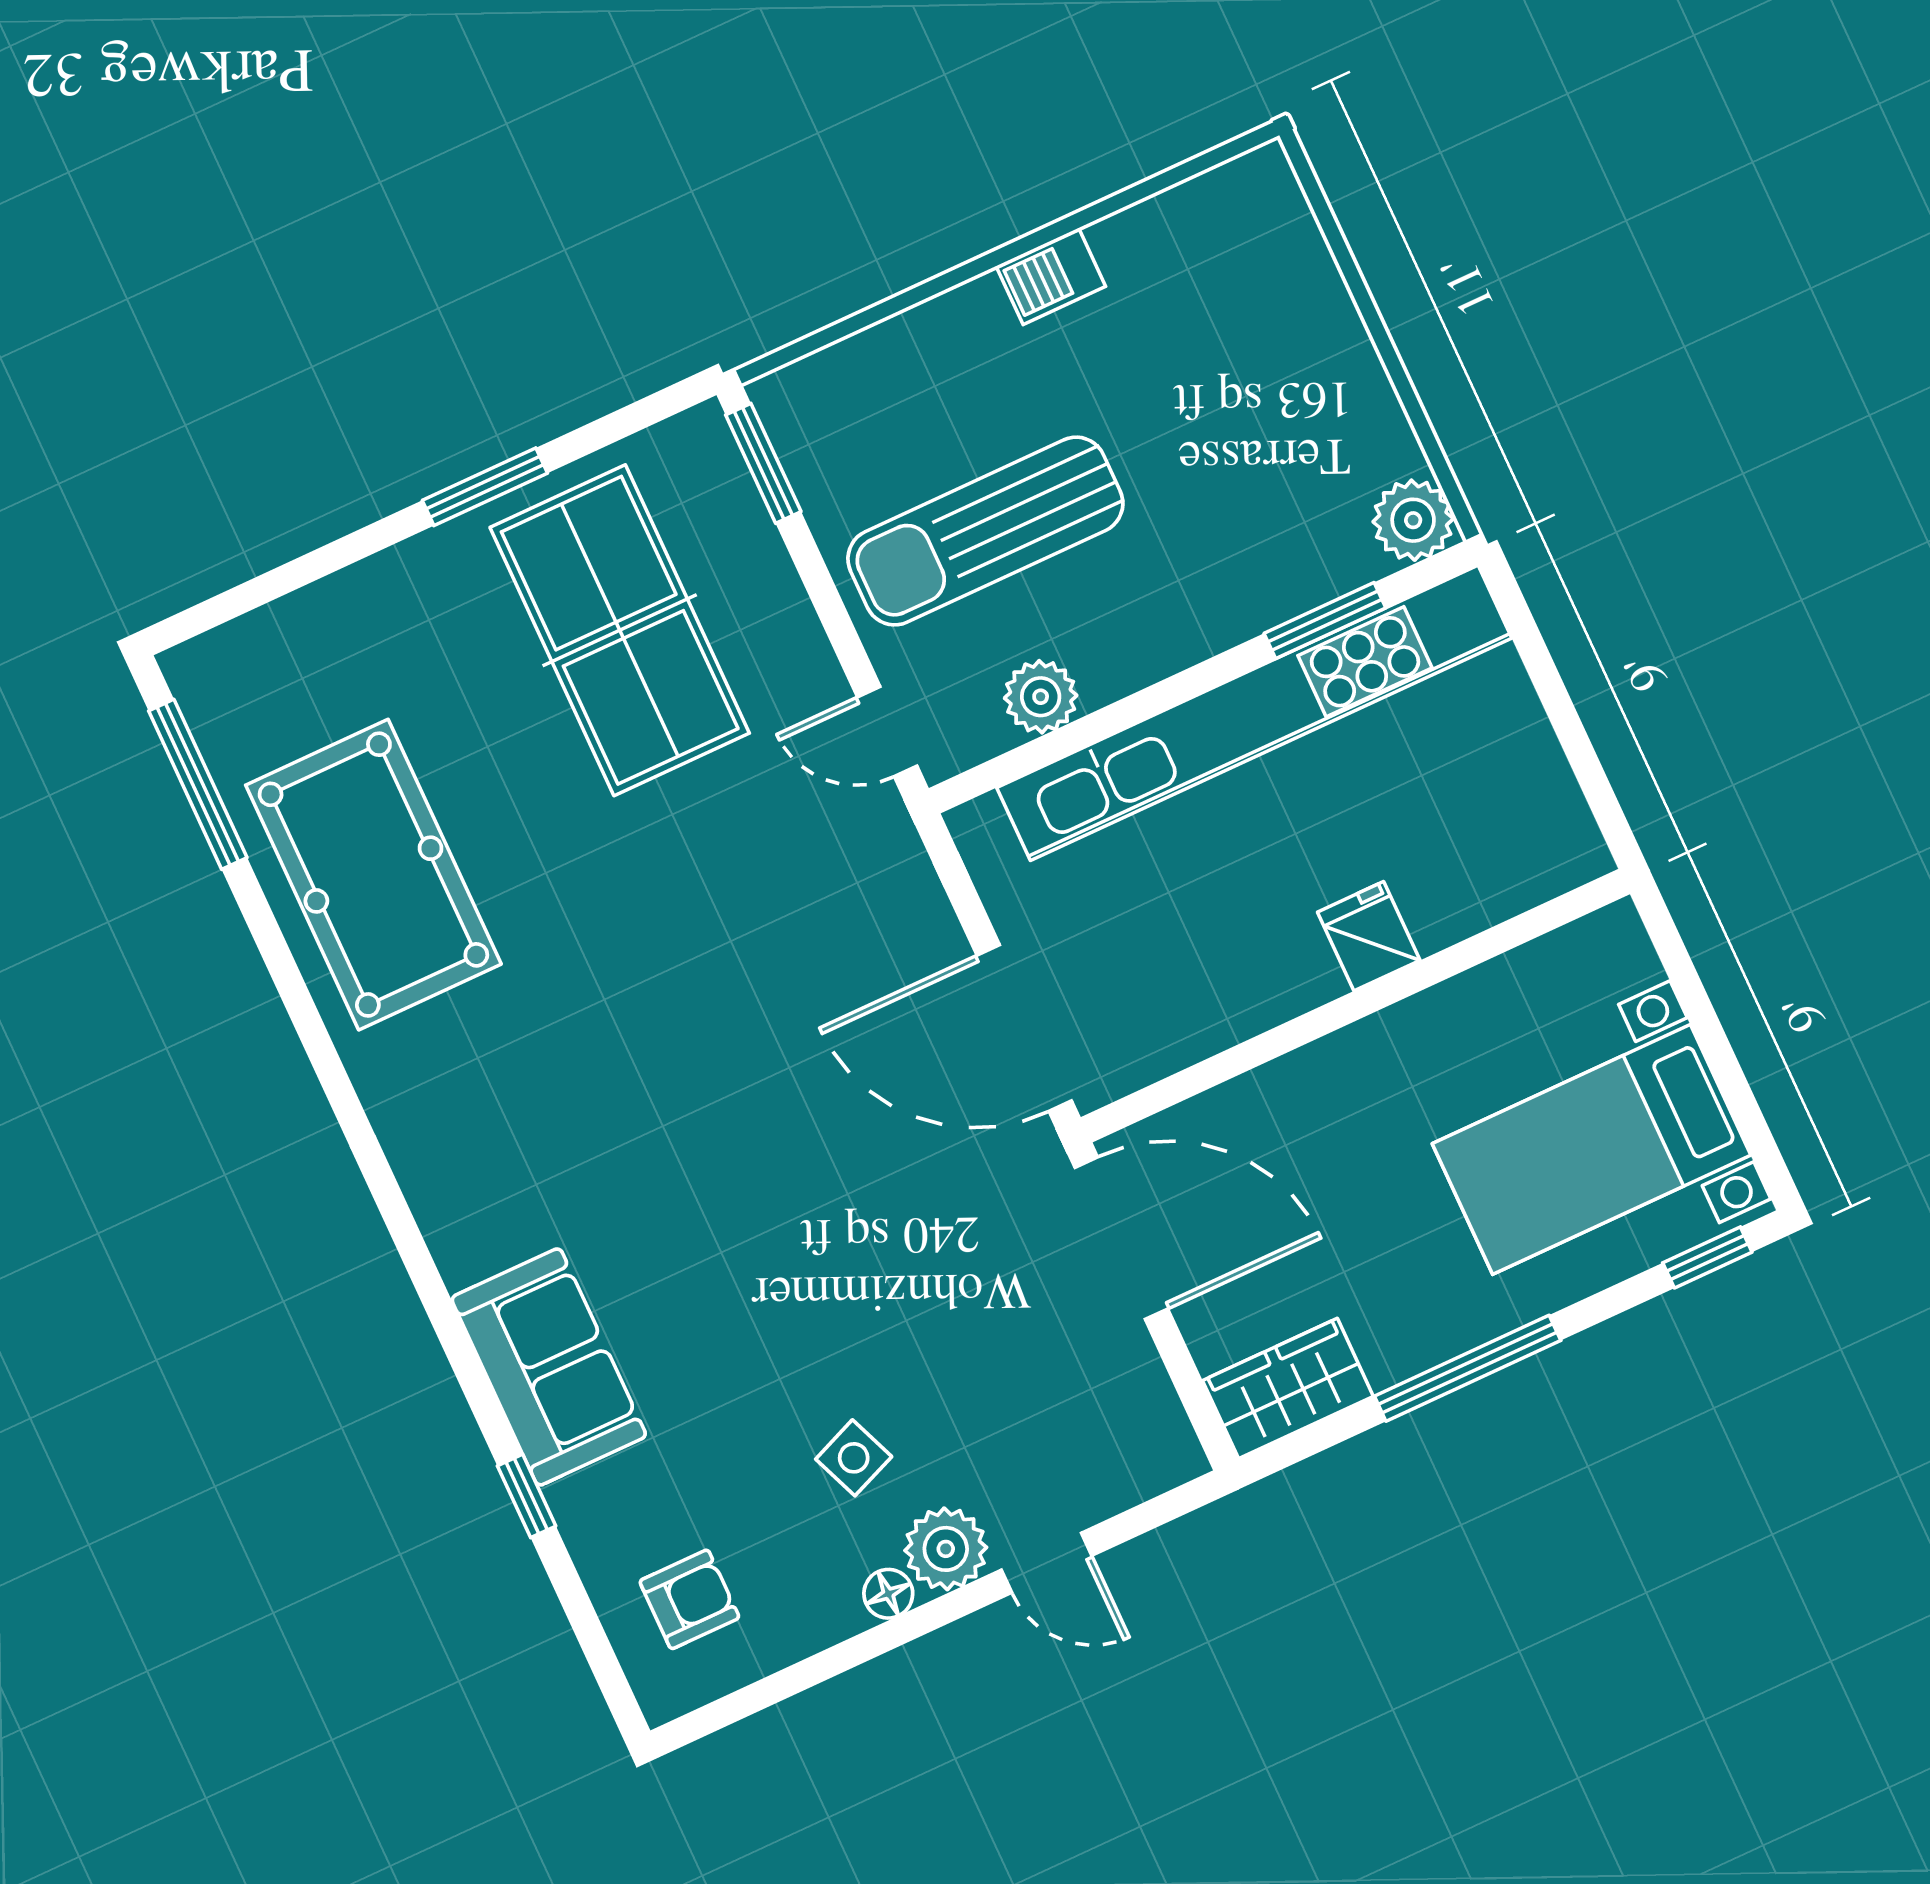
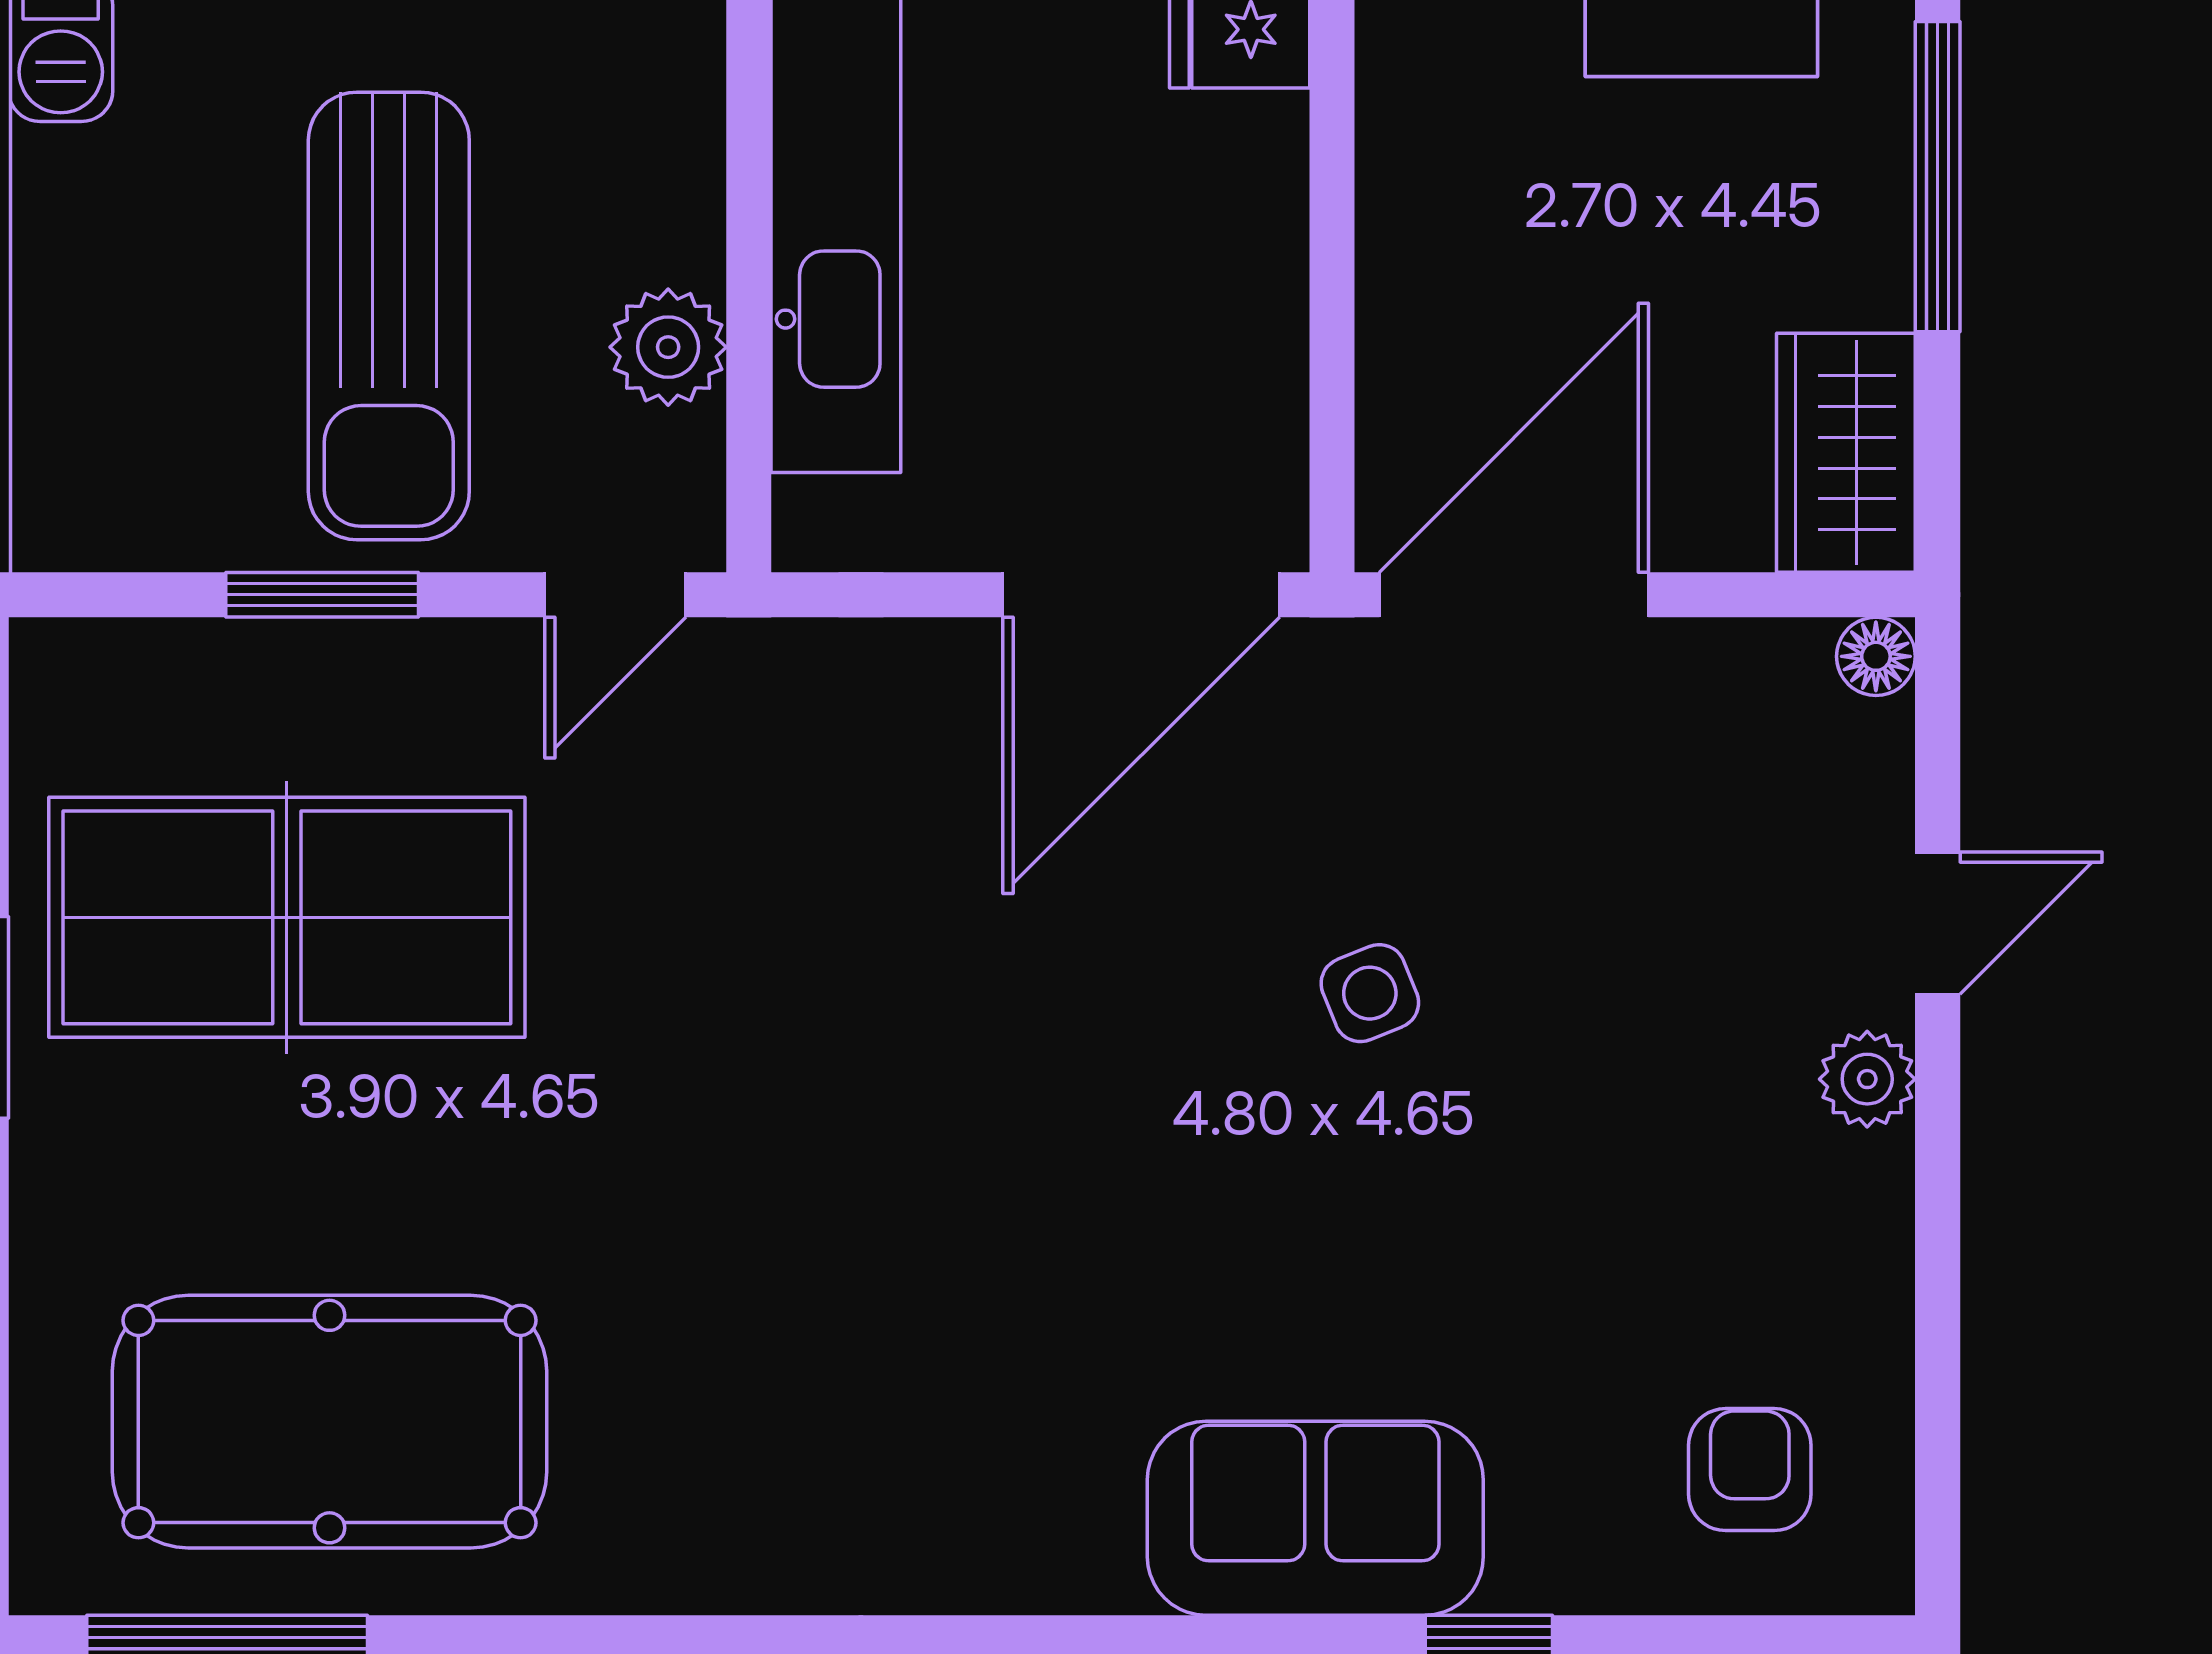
window: (763, 463) -> (322, 595), moved
pool table: (373, 875) -> (329, 1422), moved
side table: (854, 1458) -> (1370, 993), moved
plant: (946, 1549) -> (1867, 1079), width x0.73, depth x0.73
floor lamp: (888, 1594) -> (1876, 656), moved

